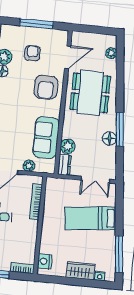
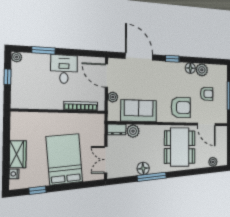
armchair: (46, 87) -> (181, 107), turned 180
dining table: (90, 93) -> (180, 147), turned 90
bed: (90, 218) -> (64, 159), width x1.50
window: (119, 254) -> (37, 190), width x0.46
nightstand: (45, 261) -> (24, 118), removed
bookcase: (22, 268) -> (15, 97), removed

